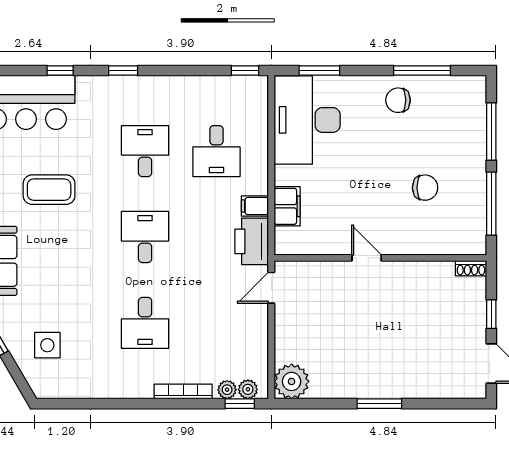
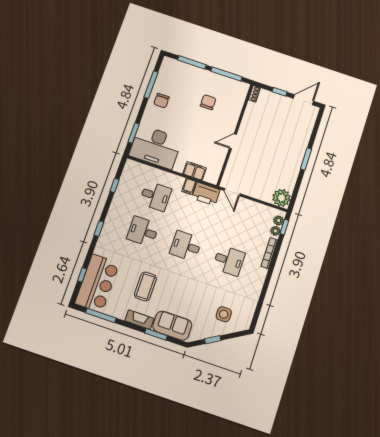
window: (60, 70) -> (82, 275), moved
window: (245, 70) -> (114, 186), moved

